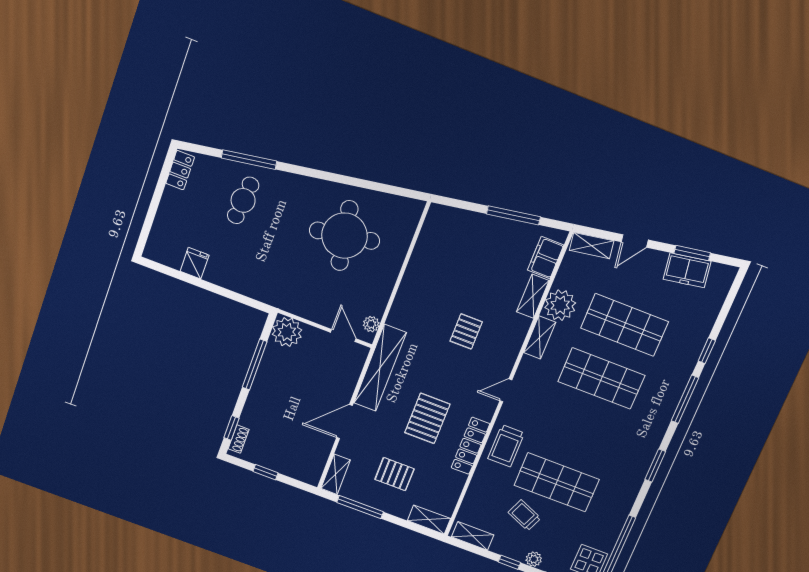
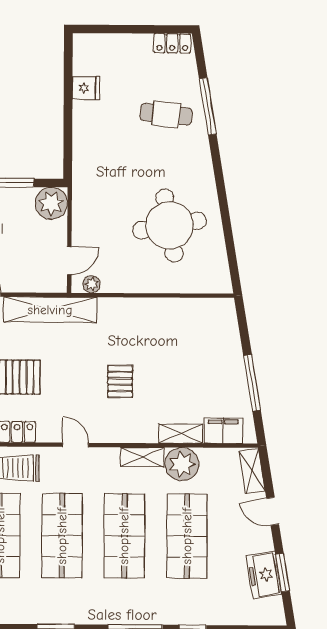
pallet: (466, 331) -> (120, 381), turned 90
shop shelf: (579, 431) -> (62, 536), added

